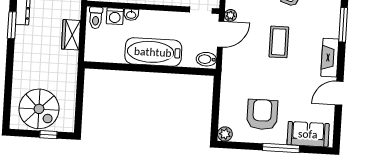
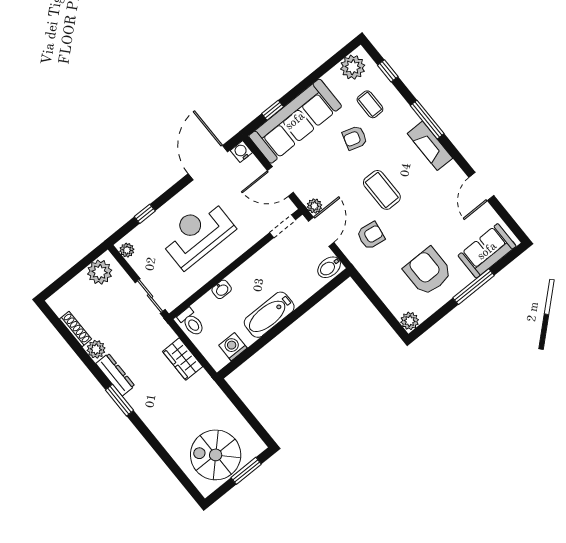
washing machine: (115, 16) -> (233, 347), moved, turned 180
bathtub: (153, 52) -> (269, 315), width x0.73, depth x0.73
fireplace: (330, 58) -> (430, 146), moved
armchair: (248, 63) -> (371, 236), added
spiral stairs: (39, 109) -> (216, 455), turned 180
window: (48, 135) -> (246, 471), width x1.50

